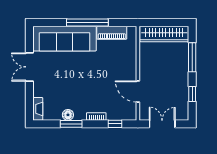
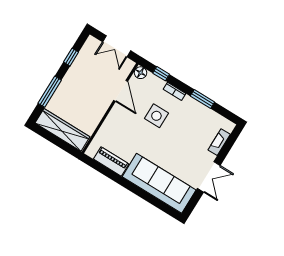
window: (87, 22) -> (128, 185), removed
side table: (99, 89) -> (156, 116), added
fireplace: (38, 109) -> (219, 142), moved
floor lamp: (68, 115) -> (141, 73), moved

